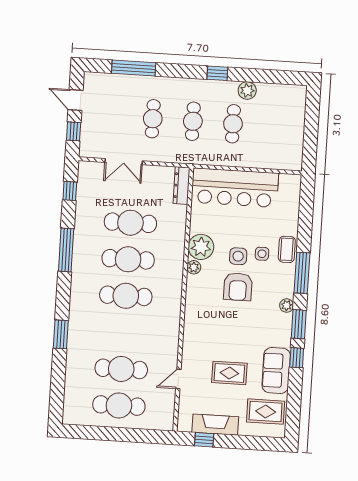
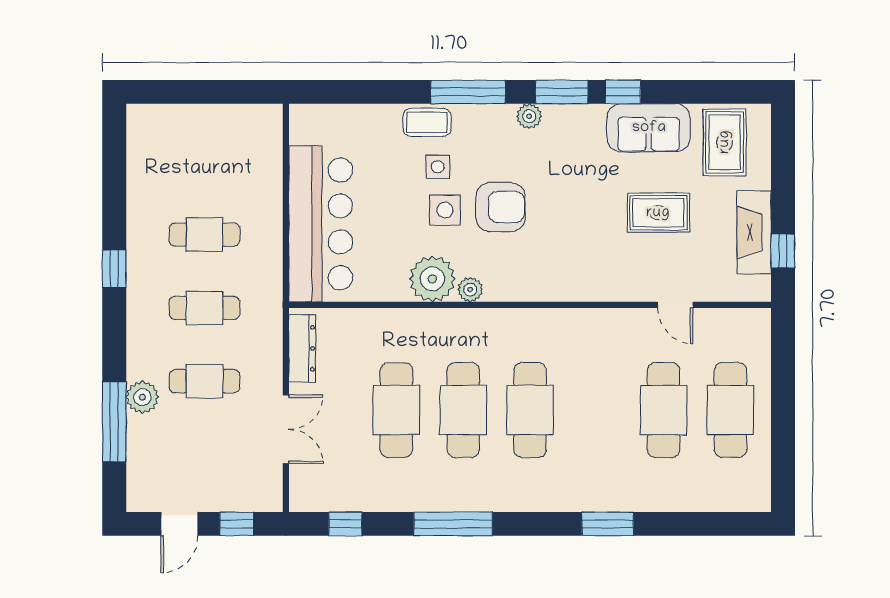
plant: (247, 91) -> (142, 397), moved
dresser: (182, 186) -> (302, 348), moved, turned -90
rug: (229, 373) -> (658, 213), turned 90

